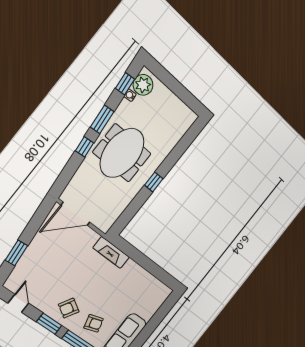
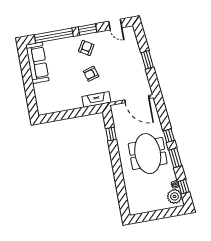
window: (154, 182) -> (111, 134), moved
door: (75, 214) -> (137, 99), swing flipped
window: (16, 253) -> (147, 60), moved
armchair: (94, 323) -> (91, 74), moved

